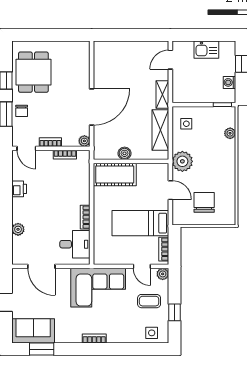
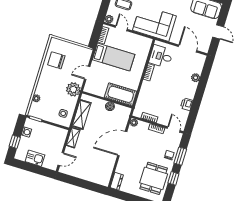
dresser: (83, 52) -> (117, 181), added
door: (170, 190) -> (87, 73), hinge flipped
chair: (204, 202) -> (56, 60), moved, turned 90

